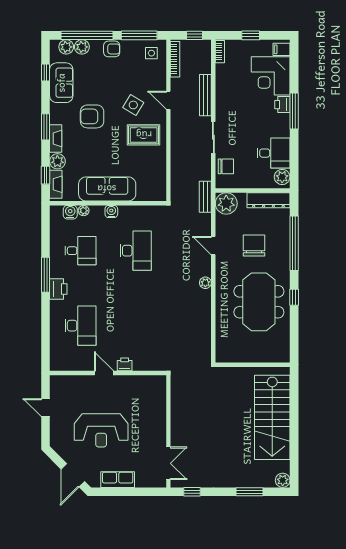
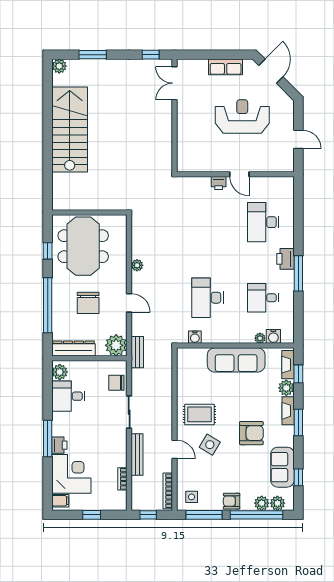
bookcase: (220, 52) -> (122, 479), moved
water cooler: (111, 212) -> (195, 337), moved
wall: (253, 365) -> (89, 212), moved

